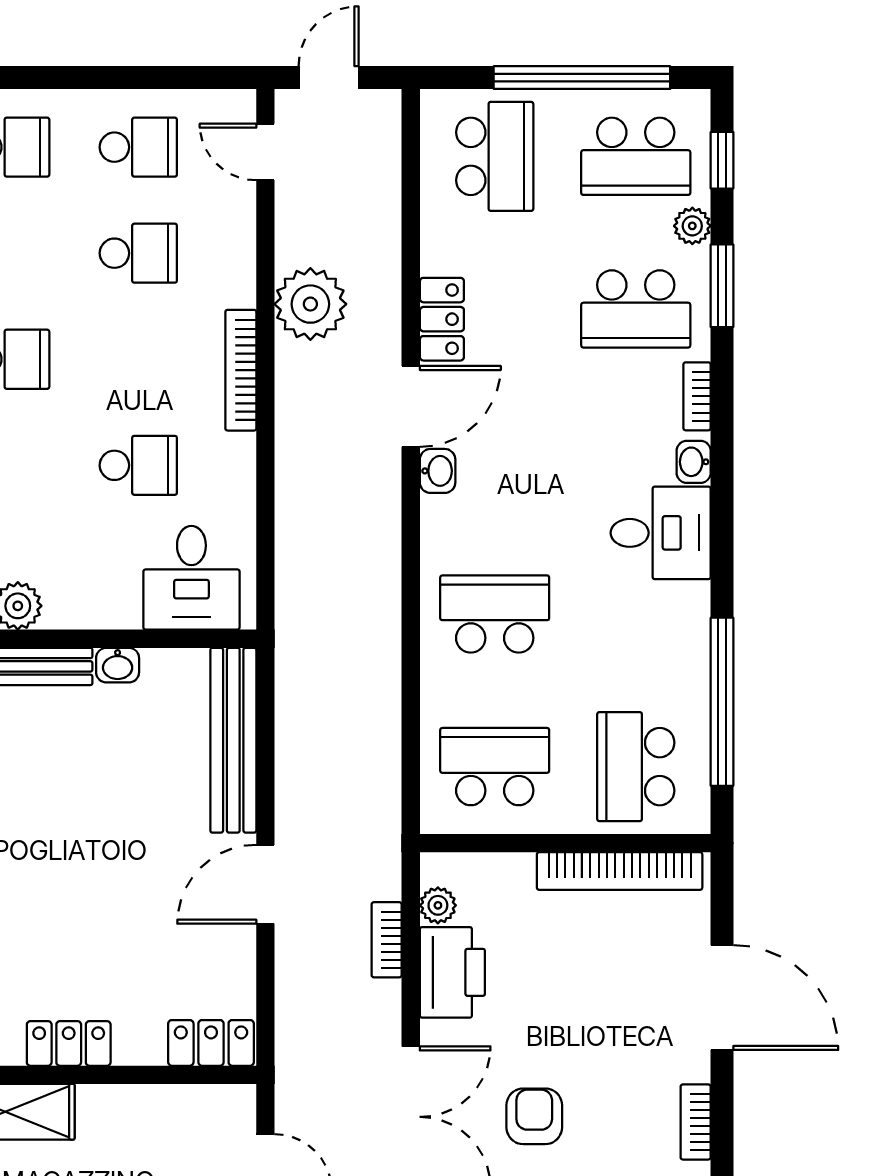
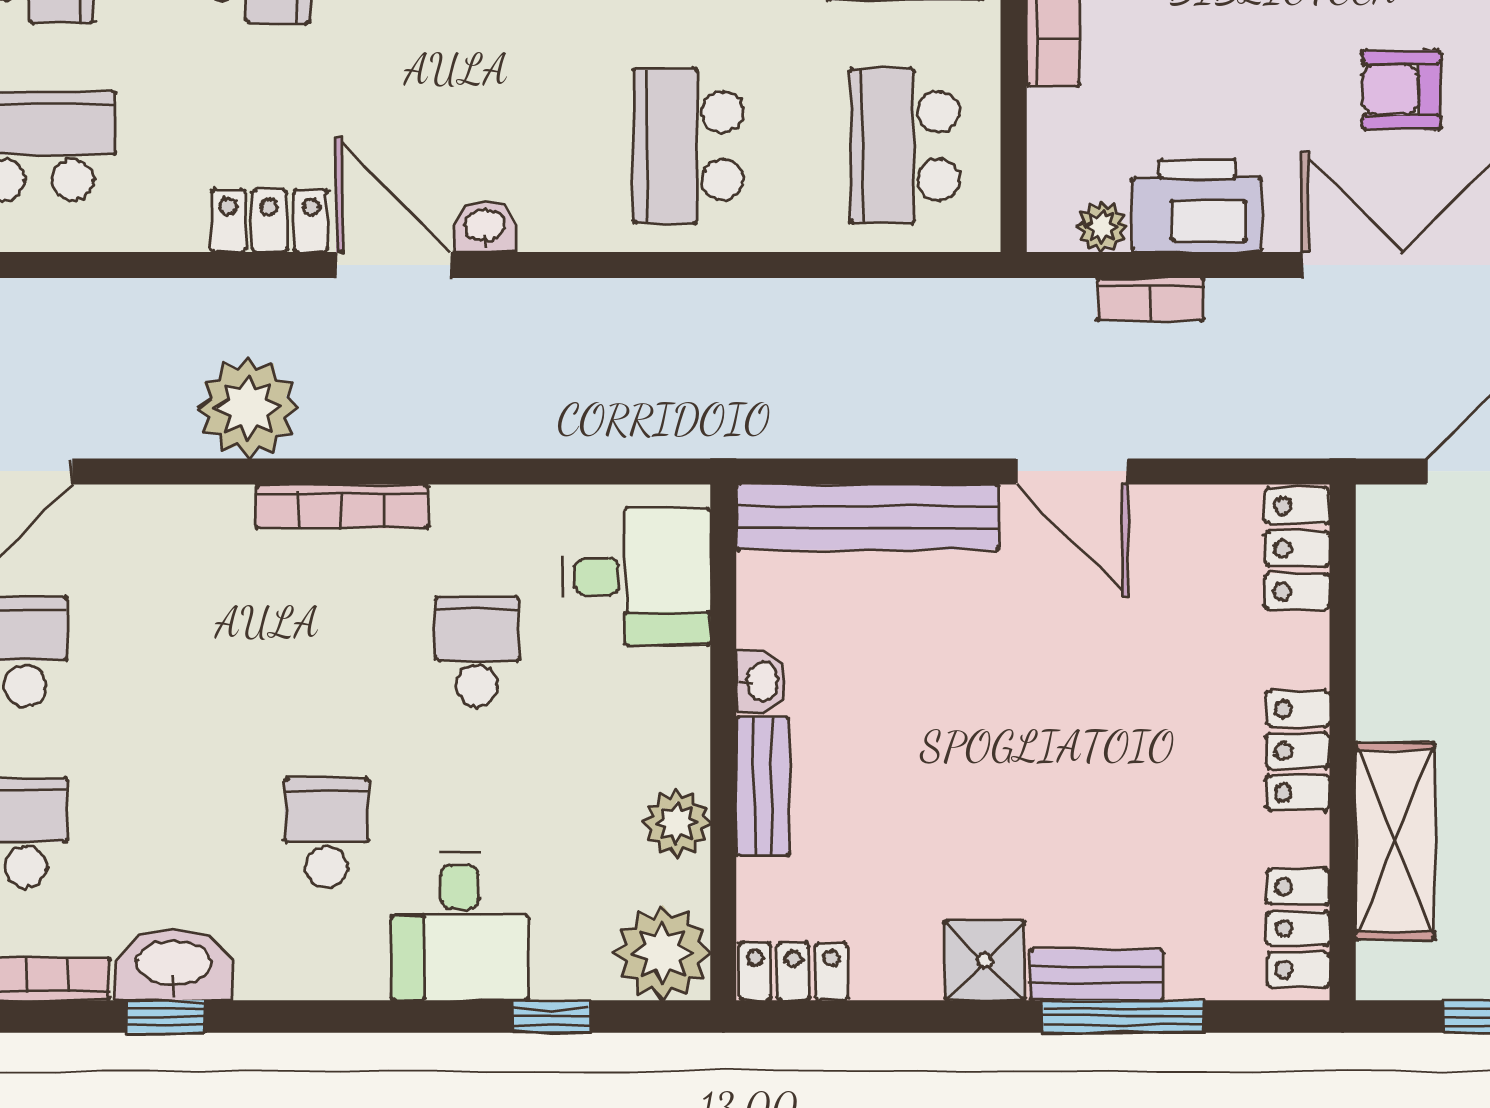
school desk: (138, 253) -> (176, 652), removed

